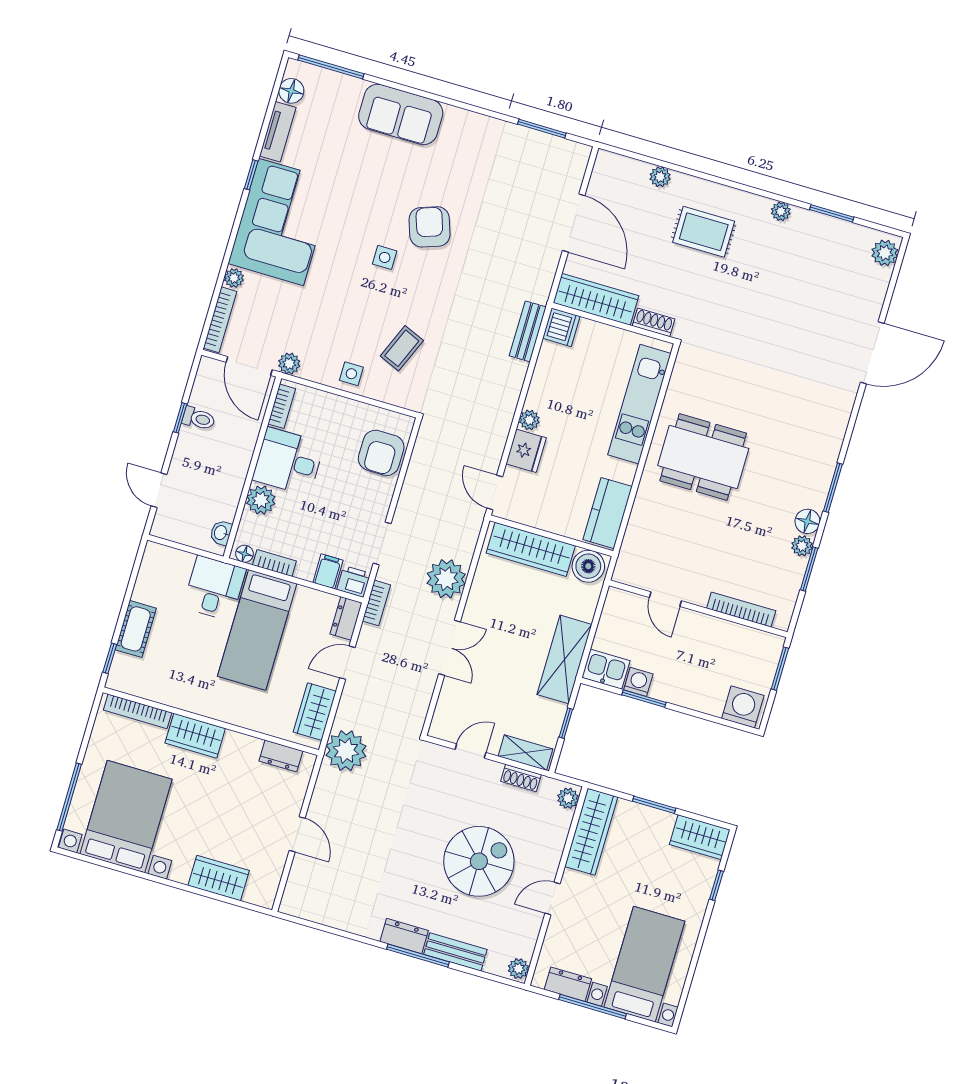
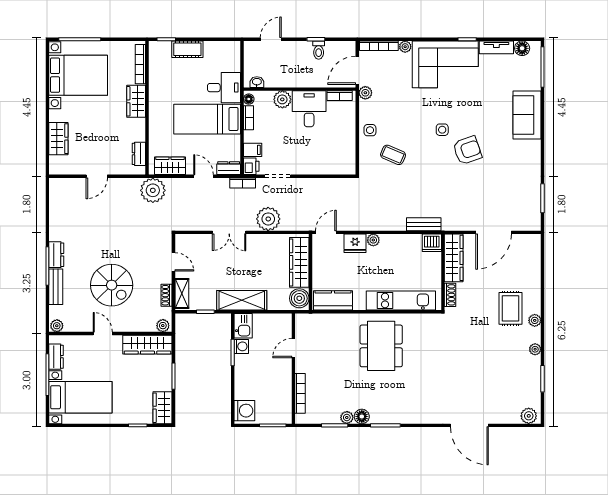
plant: (660, 177) -> (535, 320), moved
armchair: (381, 453) -> (330, 160), removed

